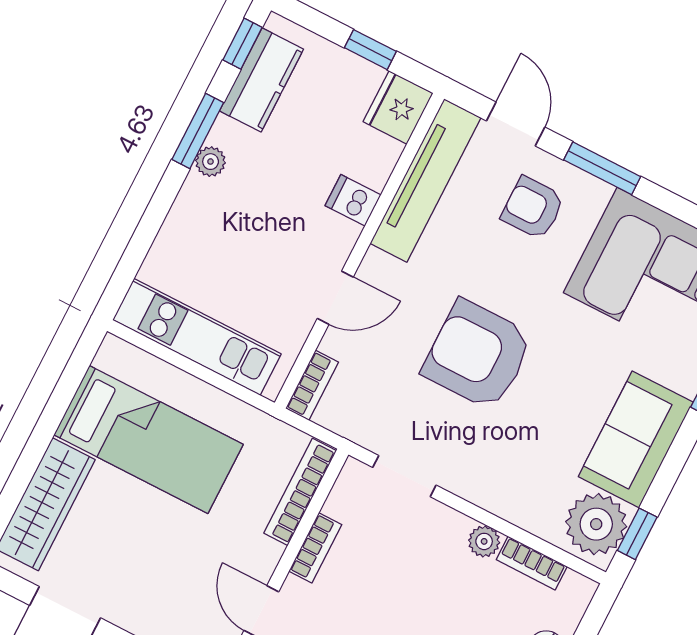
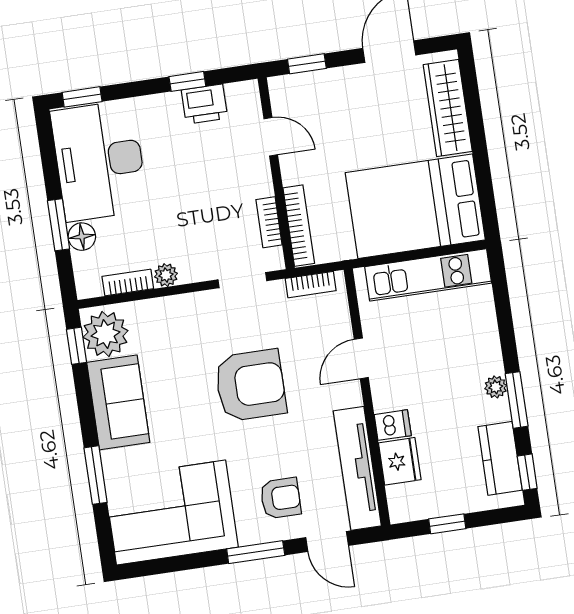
fridge: (398, 107) -> (400, 461), moved
bookcase: (312, 385) -> (311, 285), moved, turned -90
bed: (149, 440) -> (415, 206), width x1.50
bookcase: (315, 548) -> (269, 222), moved

